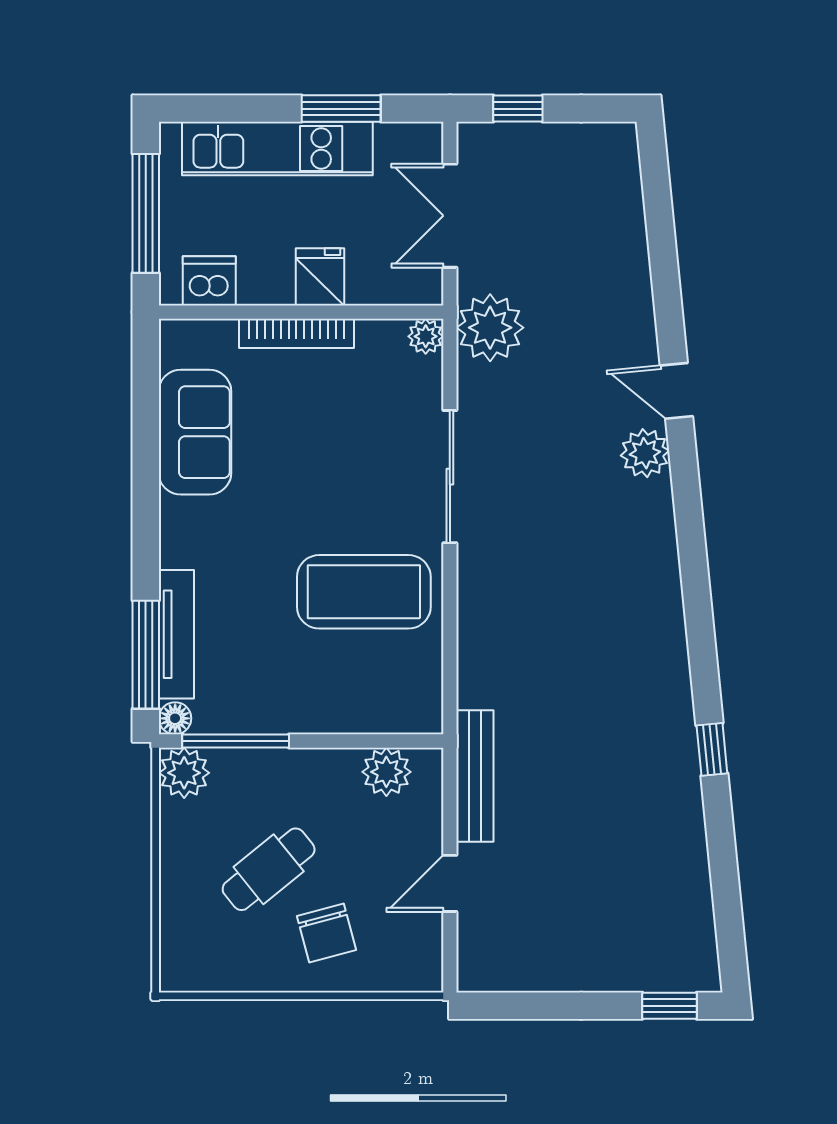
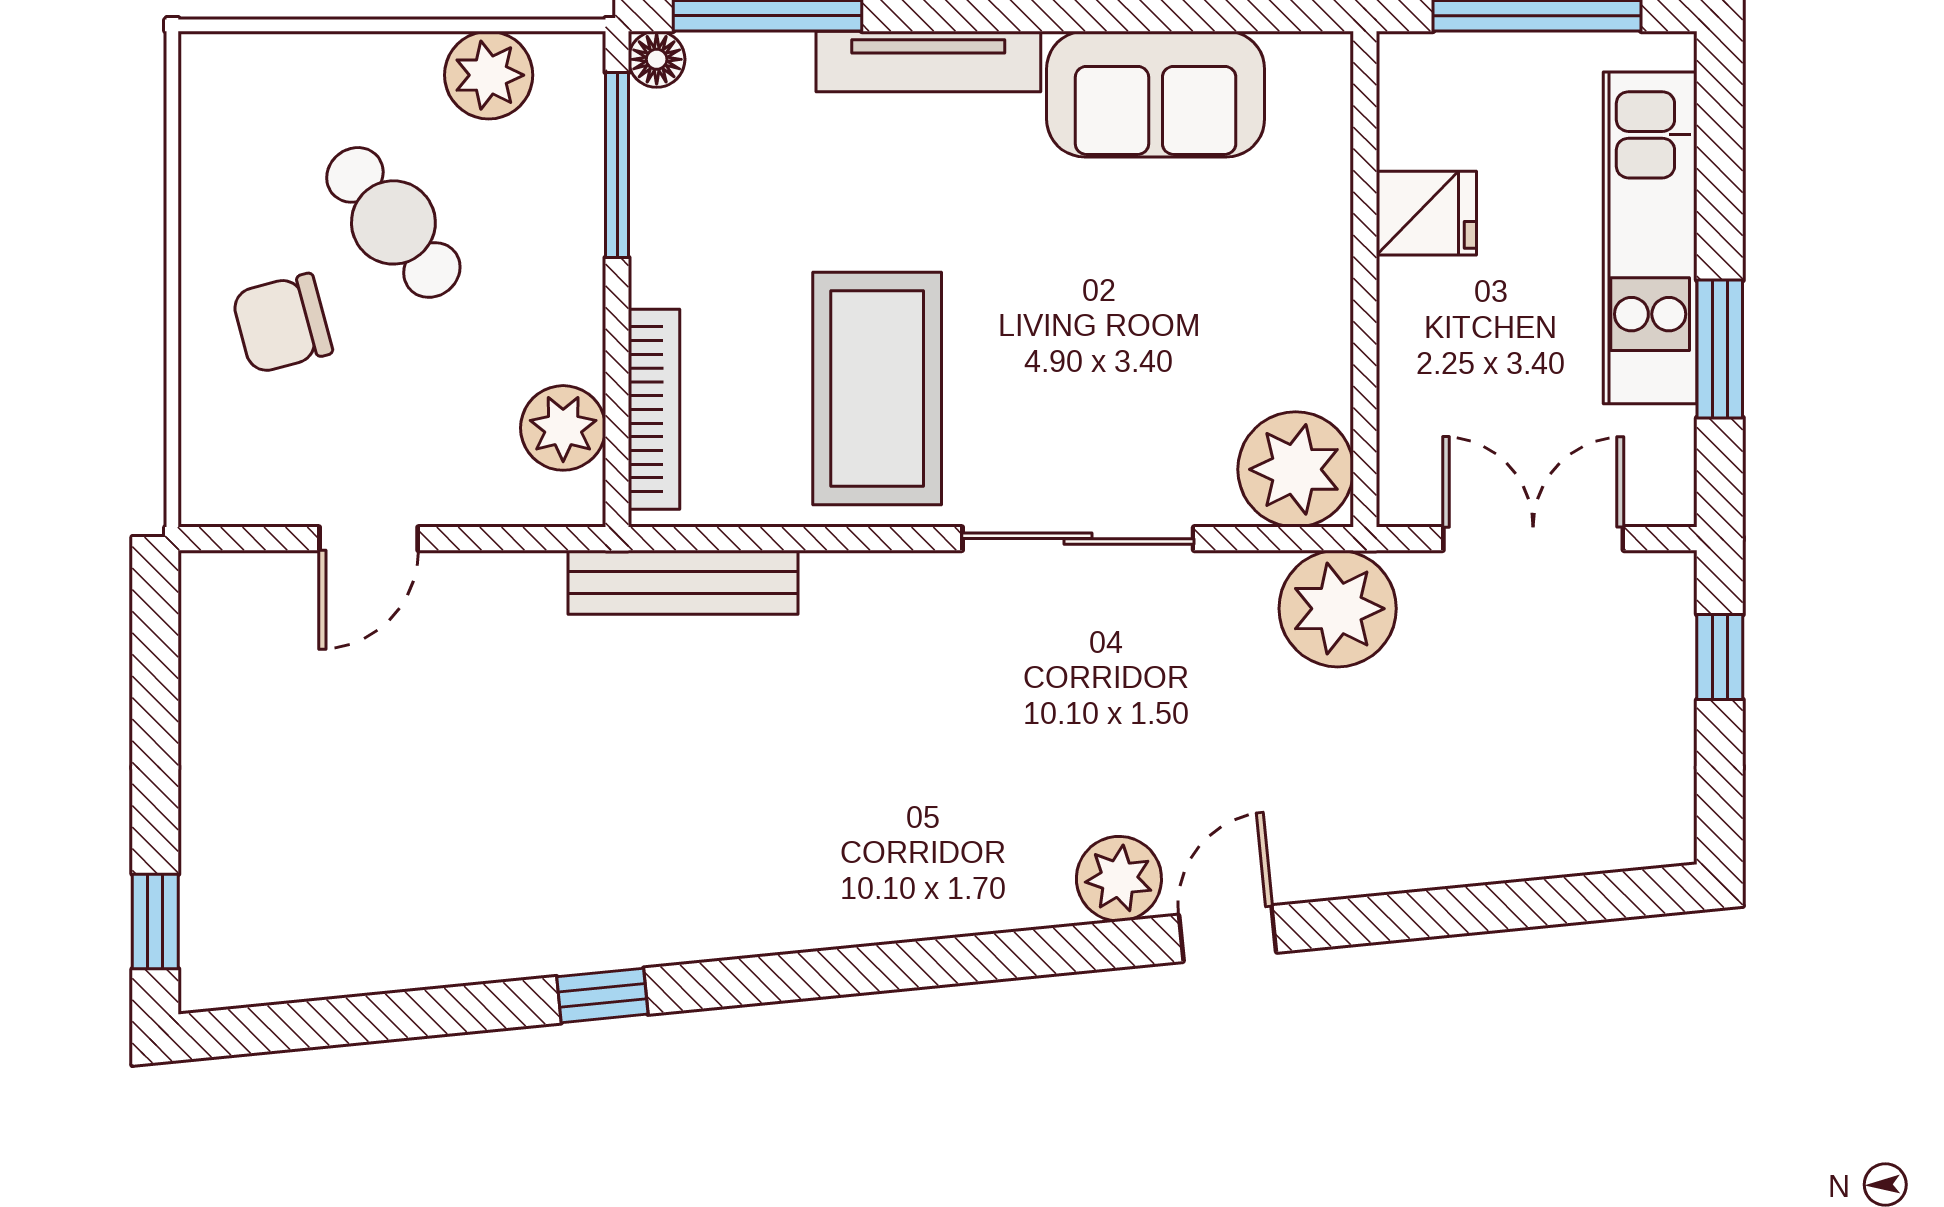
fridge: (320, 277) -> (1426, 213), moved
dishwasher: (209, 281) -> (1420, 119), removed
bookcase: (296, 333) -> (654, 409), moved, turned 180
plant: (426, 336) -> (1296, 469), width x1.88, depth x1.88
tv unit: (176, 634) -> (928, 62), moved
plant: (184, 773) -> (489, 75), moved
bench: (475, 776) -> (683, 582), moved
door: (450, 883) -> (369, 539), swing flipped

